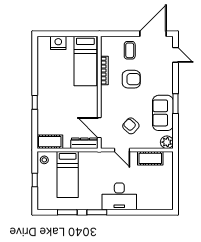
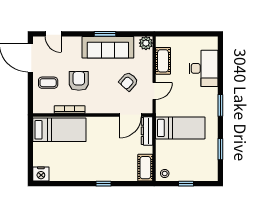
nightstand: (58, 43) -> (41, 174), moved, turned -90
door: (176, 55) -> (53, 34), swing flipped
sofa: (163, 113) -> (108, 47), width x1.36
bed: (68, 175) -> (180, 128), moved
desk: (119, 196) -> (203, 68), moved
window: (97, 212) -> (220, 105), moved

